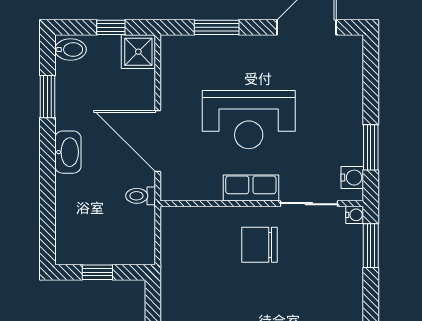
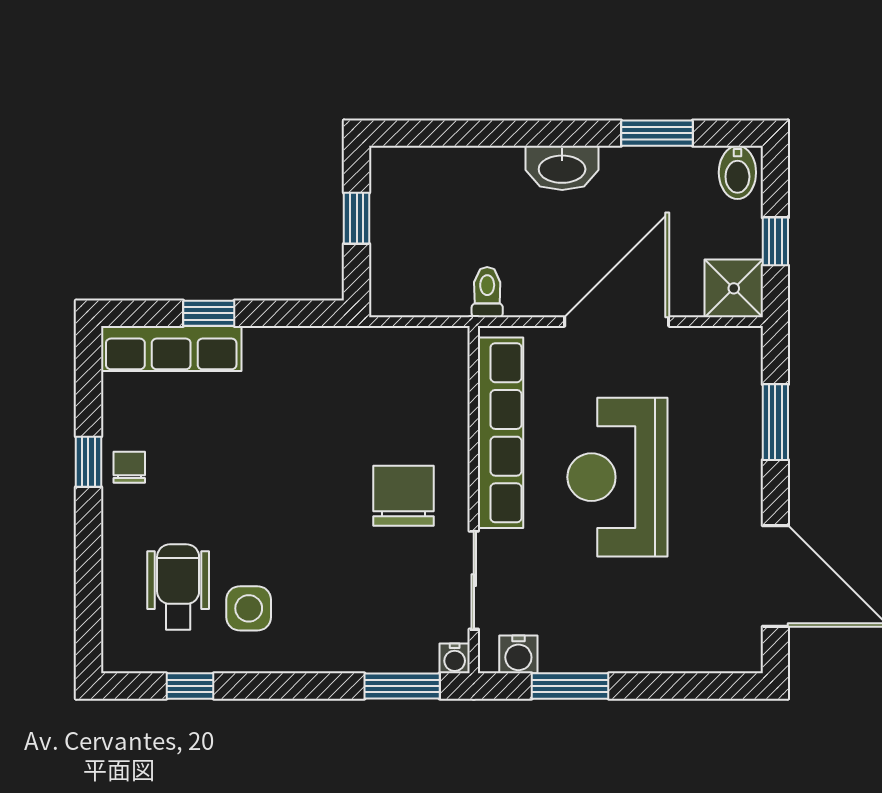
door: (158, 141) -> (617, 322), moved
row of seats: (251, 188) -> (501, 433), width x2.02

